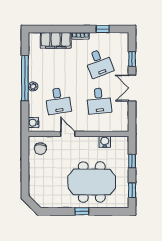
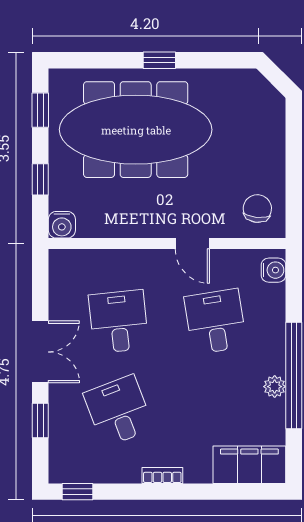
window: (103, 29) -> (78, 492), moved
filing cabinet: (56, 40) -> (249, 465), moved
plant: (33, 86) -> (275, 387), moved
water cooler: (105, 142) -> (62, 225), moved
meeting table: (92, 182) -> (136, 130), width x1.36

